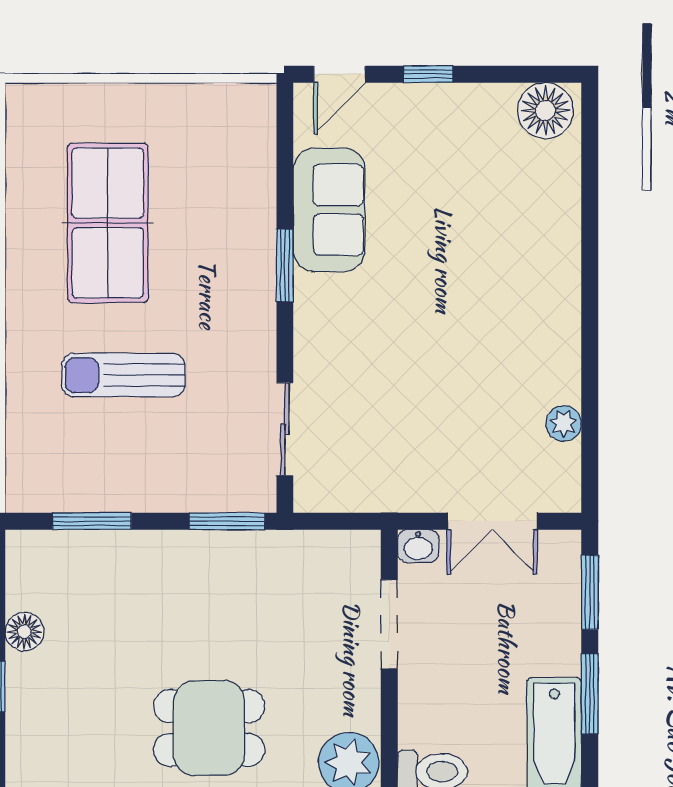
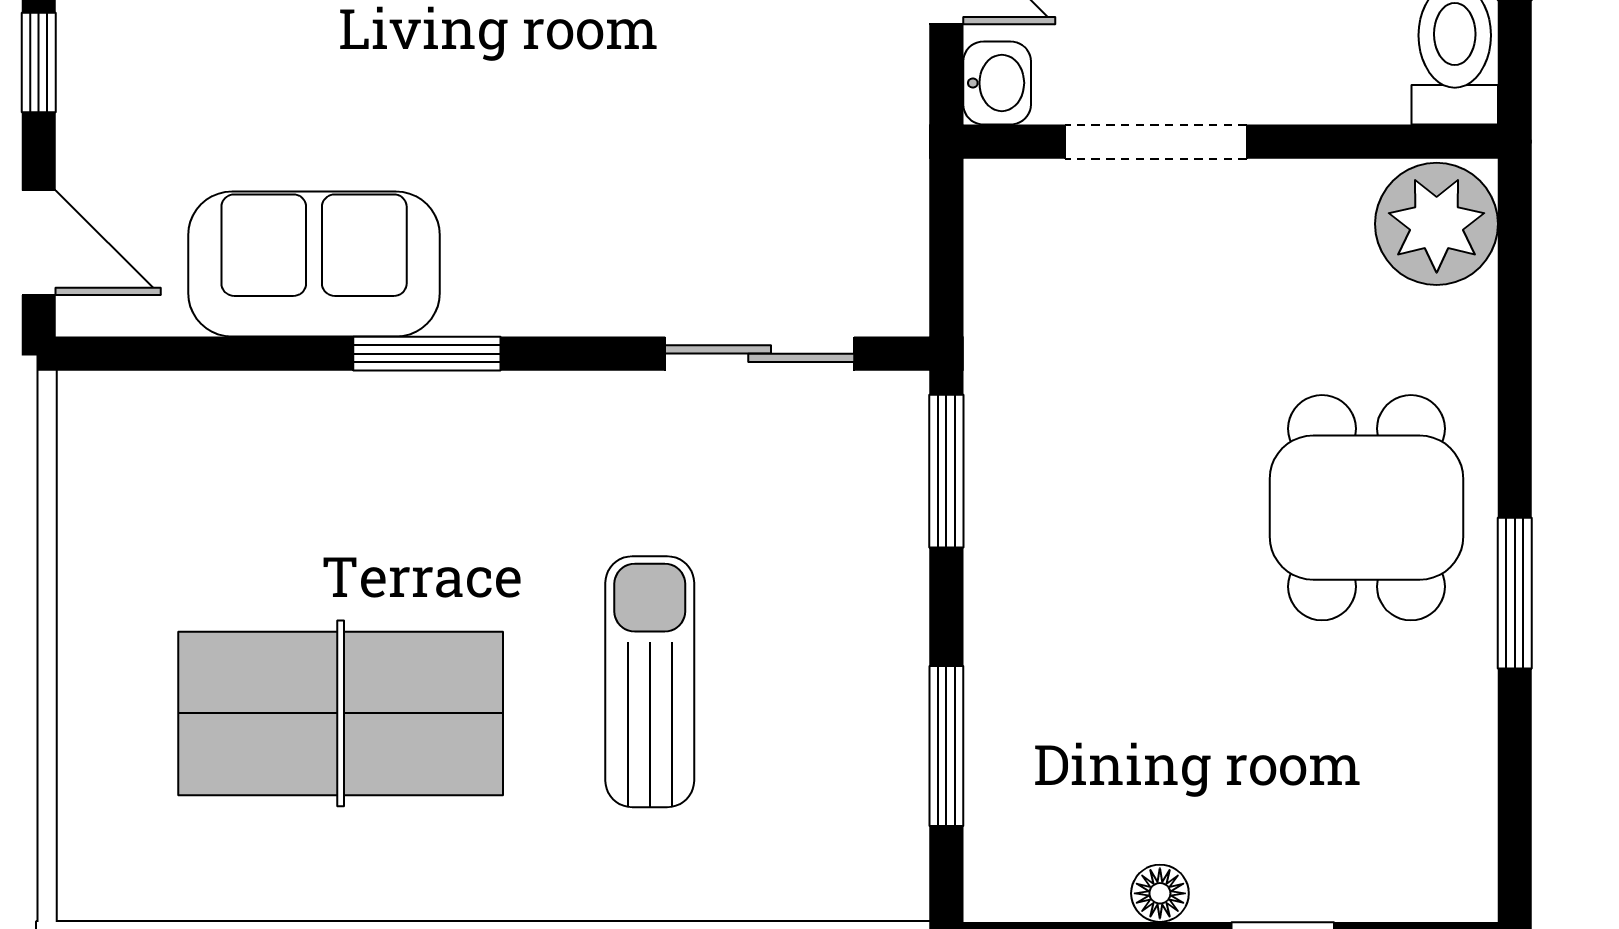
sun lounger: (123, 375) -> (650, 682), turned 180
floor lamp: (24, 632) -> (1160, 893), width x0.73, depth x0.73

